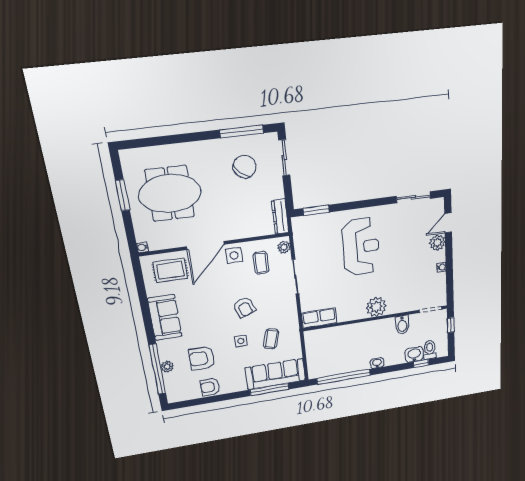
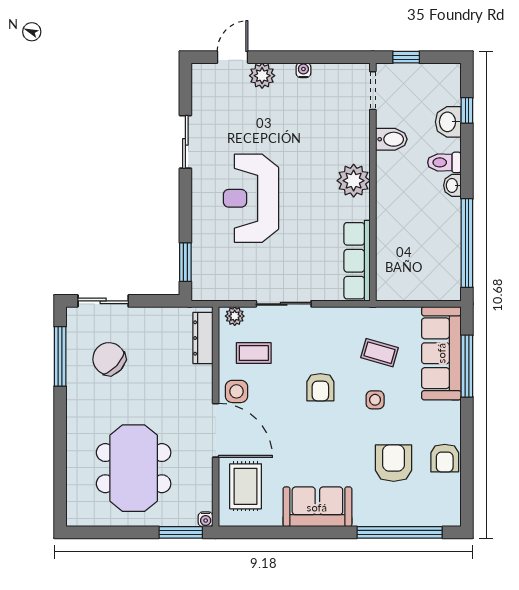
window: (123, 195) -> (181, 532), moved
sliding door: (413, 197) -> (185, 142), moved
dresser: (280, 216) -> (203, 338), moved, turned 90
door: (448, 223) -> (233, 57), swing flipped
reception desk: (361, 247) -> (251, 198), turned -90
armchair: (244, 307) -> (320, 387), turned 112
row of seats: (319, 318) -> (357, 261), width x1.48
toilet: (430, 350) -> (444, 162), moved
armchair: (202, 358) -> (394, 463), turned 180
plant: (167, 367) -> (398, 517), removed

